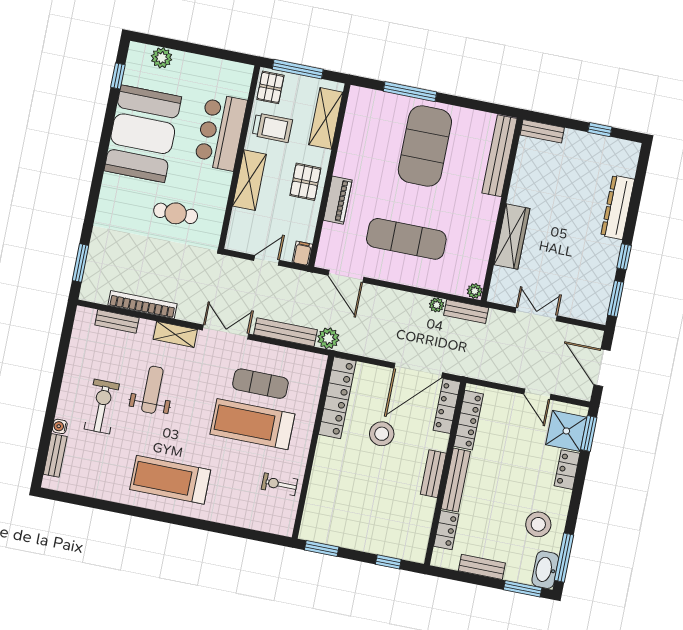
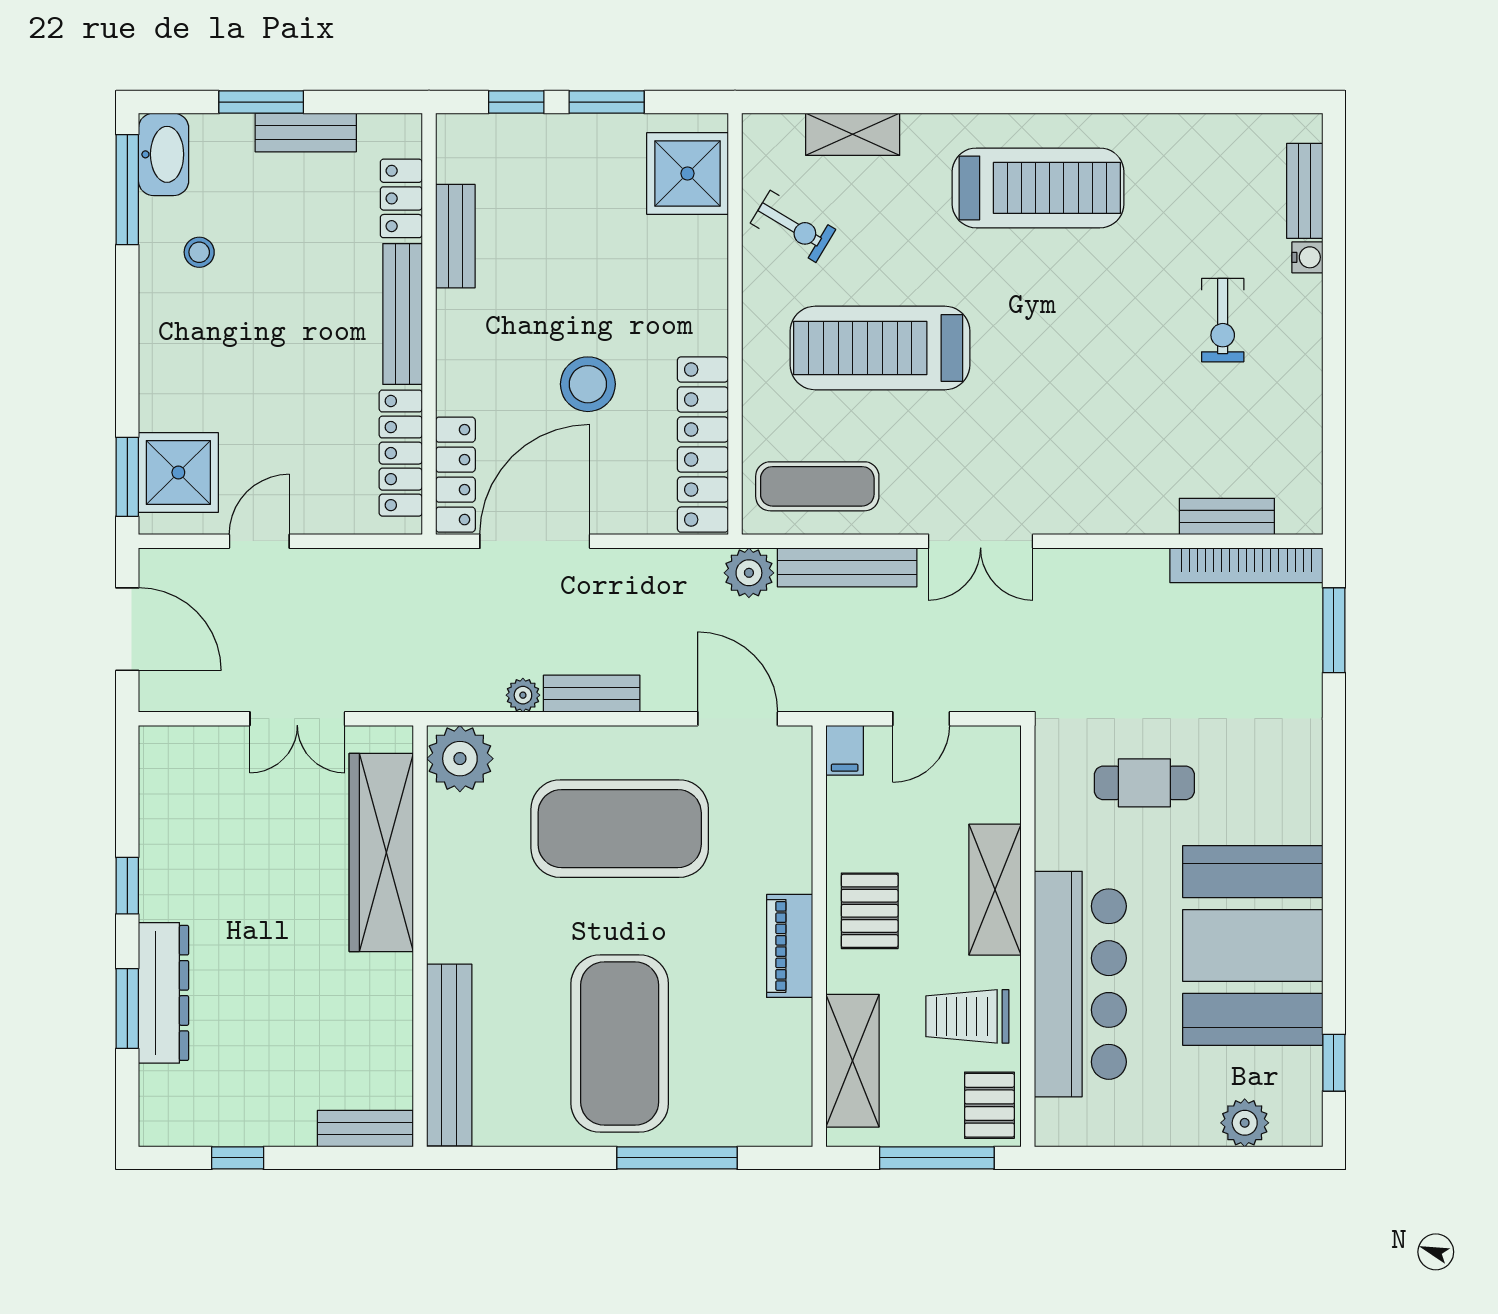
bar counter: (221, 132) -> (1080, 984), width x1.36
piano: (338, 200) -> (790, 946), moved
wardrobe: (512, 237) -> (381, 852), width x1.40, depth x1.17
exercise mat: (406, 239) -> (620, 829), width x1.47
plant: (475, 291) -> (460, 759), width x1.88, depth x1.88
window: (616, 299) -> (127, 1009), moved
bookcase: (143, 305) -> (1246, 565), moved
bench: (466, 312) -> (592, 694), moved
shelving: (175, 334) -> (853, 134), moved
exercise mat: (260, 384) -> (817, 486), moved
weight bench: (152, 390) -> (1118, 380), removed
door: (537, 394) -> (259, 541), hinge flipped
exercise bike: (102, 407) -> (1223, 320), width x0.73, depth x0.72
treadmill: (252, 424) -> (880, 348), turned 180
locker: (567, 470) -> (160, 387), removed
bench: (433, 474) -> (455, 236), moved
exercise bike: (279, 484) -> (793, 226), turned 31
shower: (320, 516) -> (688, 173), added
stool: (538, 524) -> (199, 252), width x0.53, depth x0.53
window: (322, 549) -> (607, 102), moved
window: (523, 589) -> (261, 102), moved

